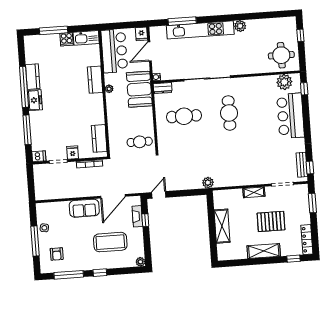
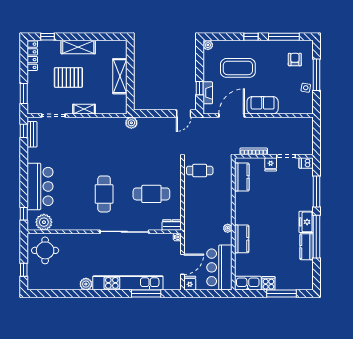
booth: (139, 89) -> (196, 225), removed

